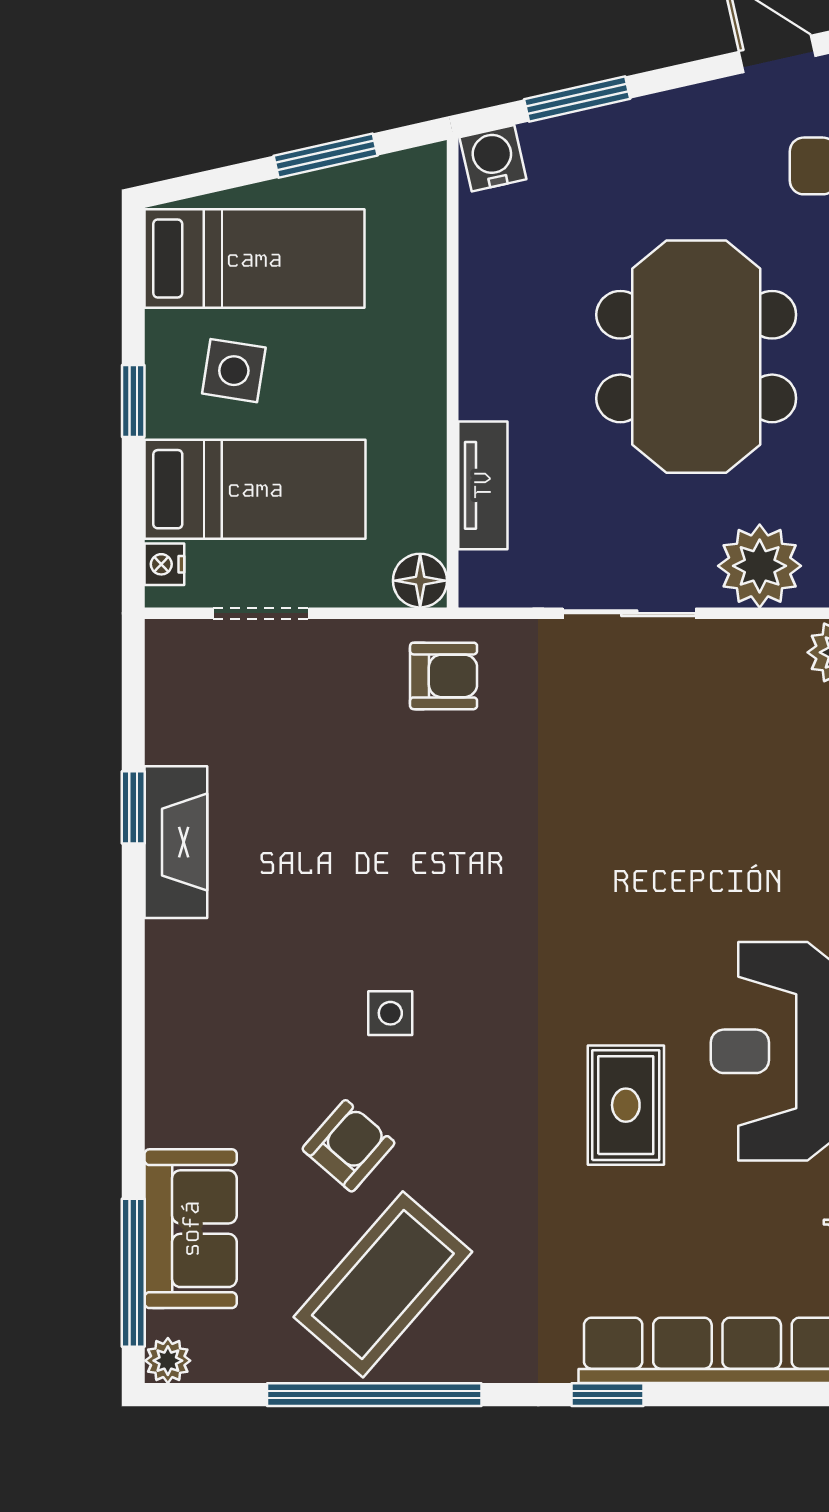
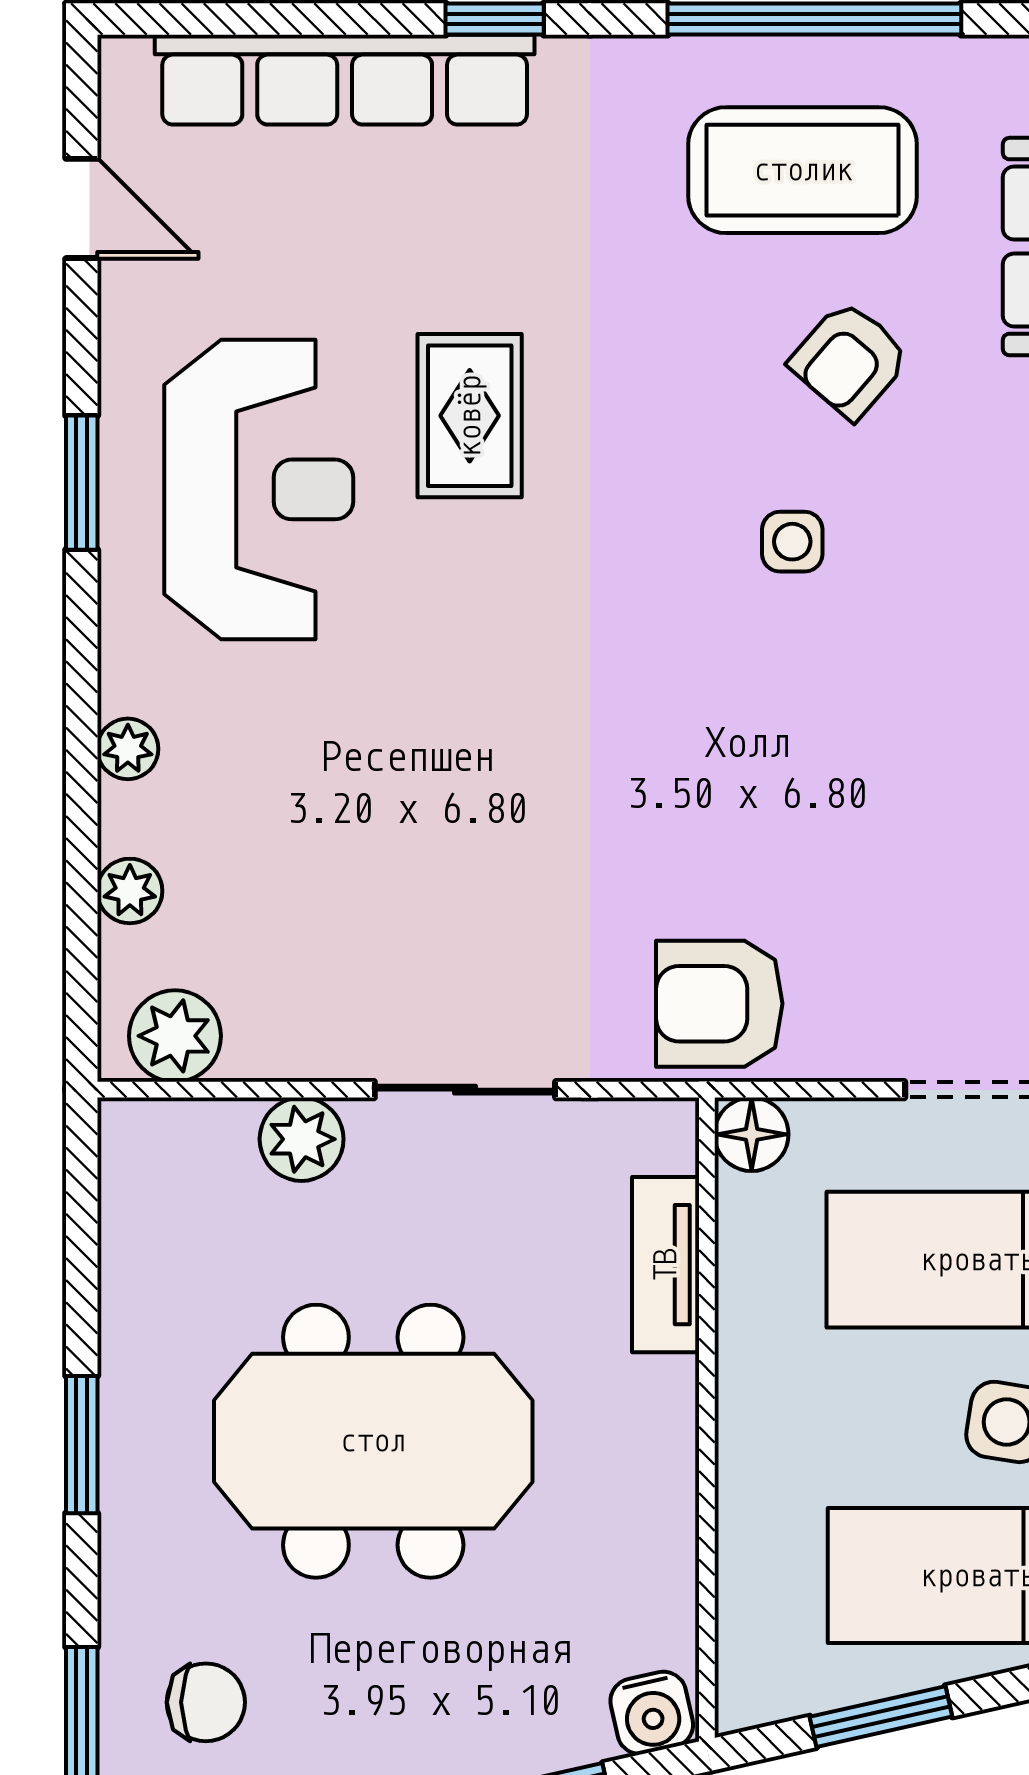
meeting table: (696, 357) -> (373, 1441), turned 90
plant: (760, 566) -> (302, 1139), width x0.73, depth x0.73
armchair: (444, 676) -> (719, 1004), width x1.38, depth x1.38
coffee table: (383, 1284) -> (803, 170), turned 49

